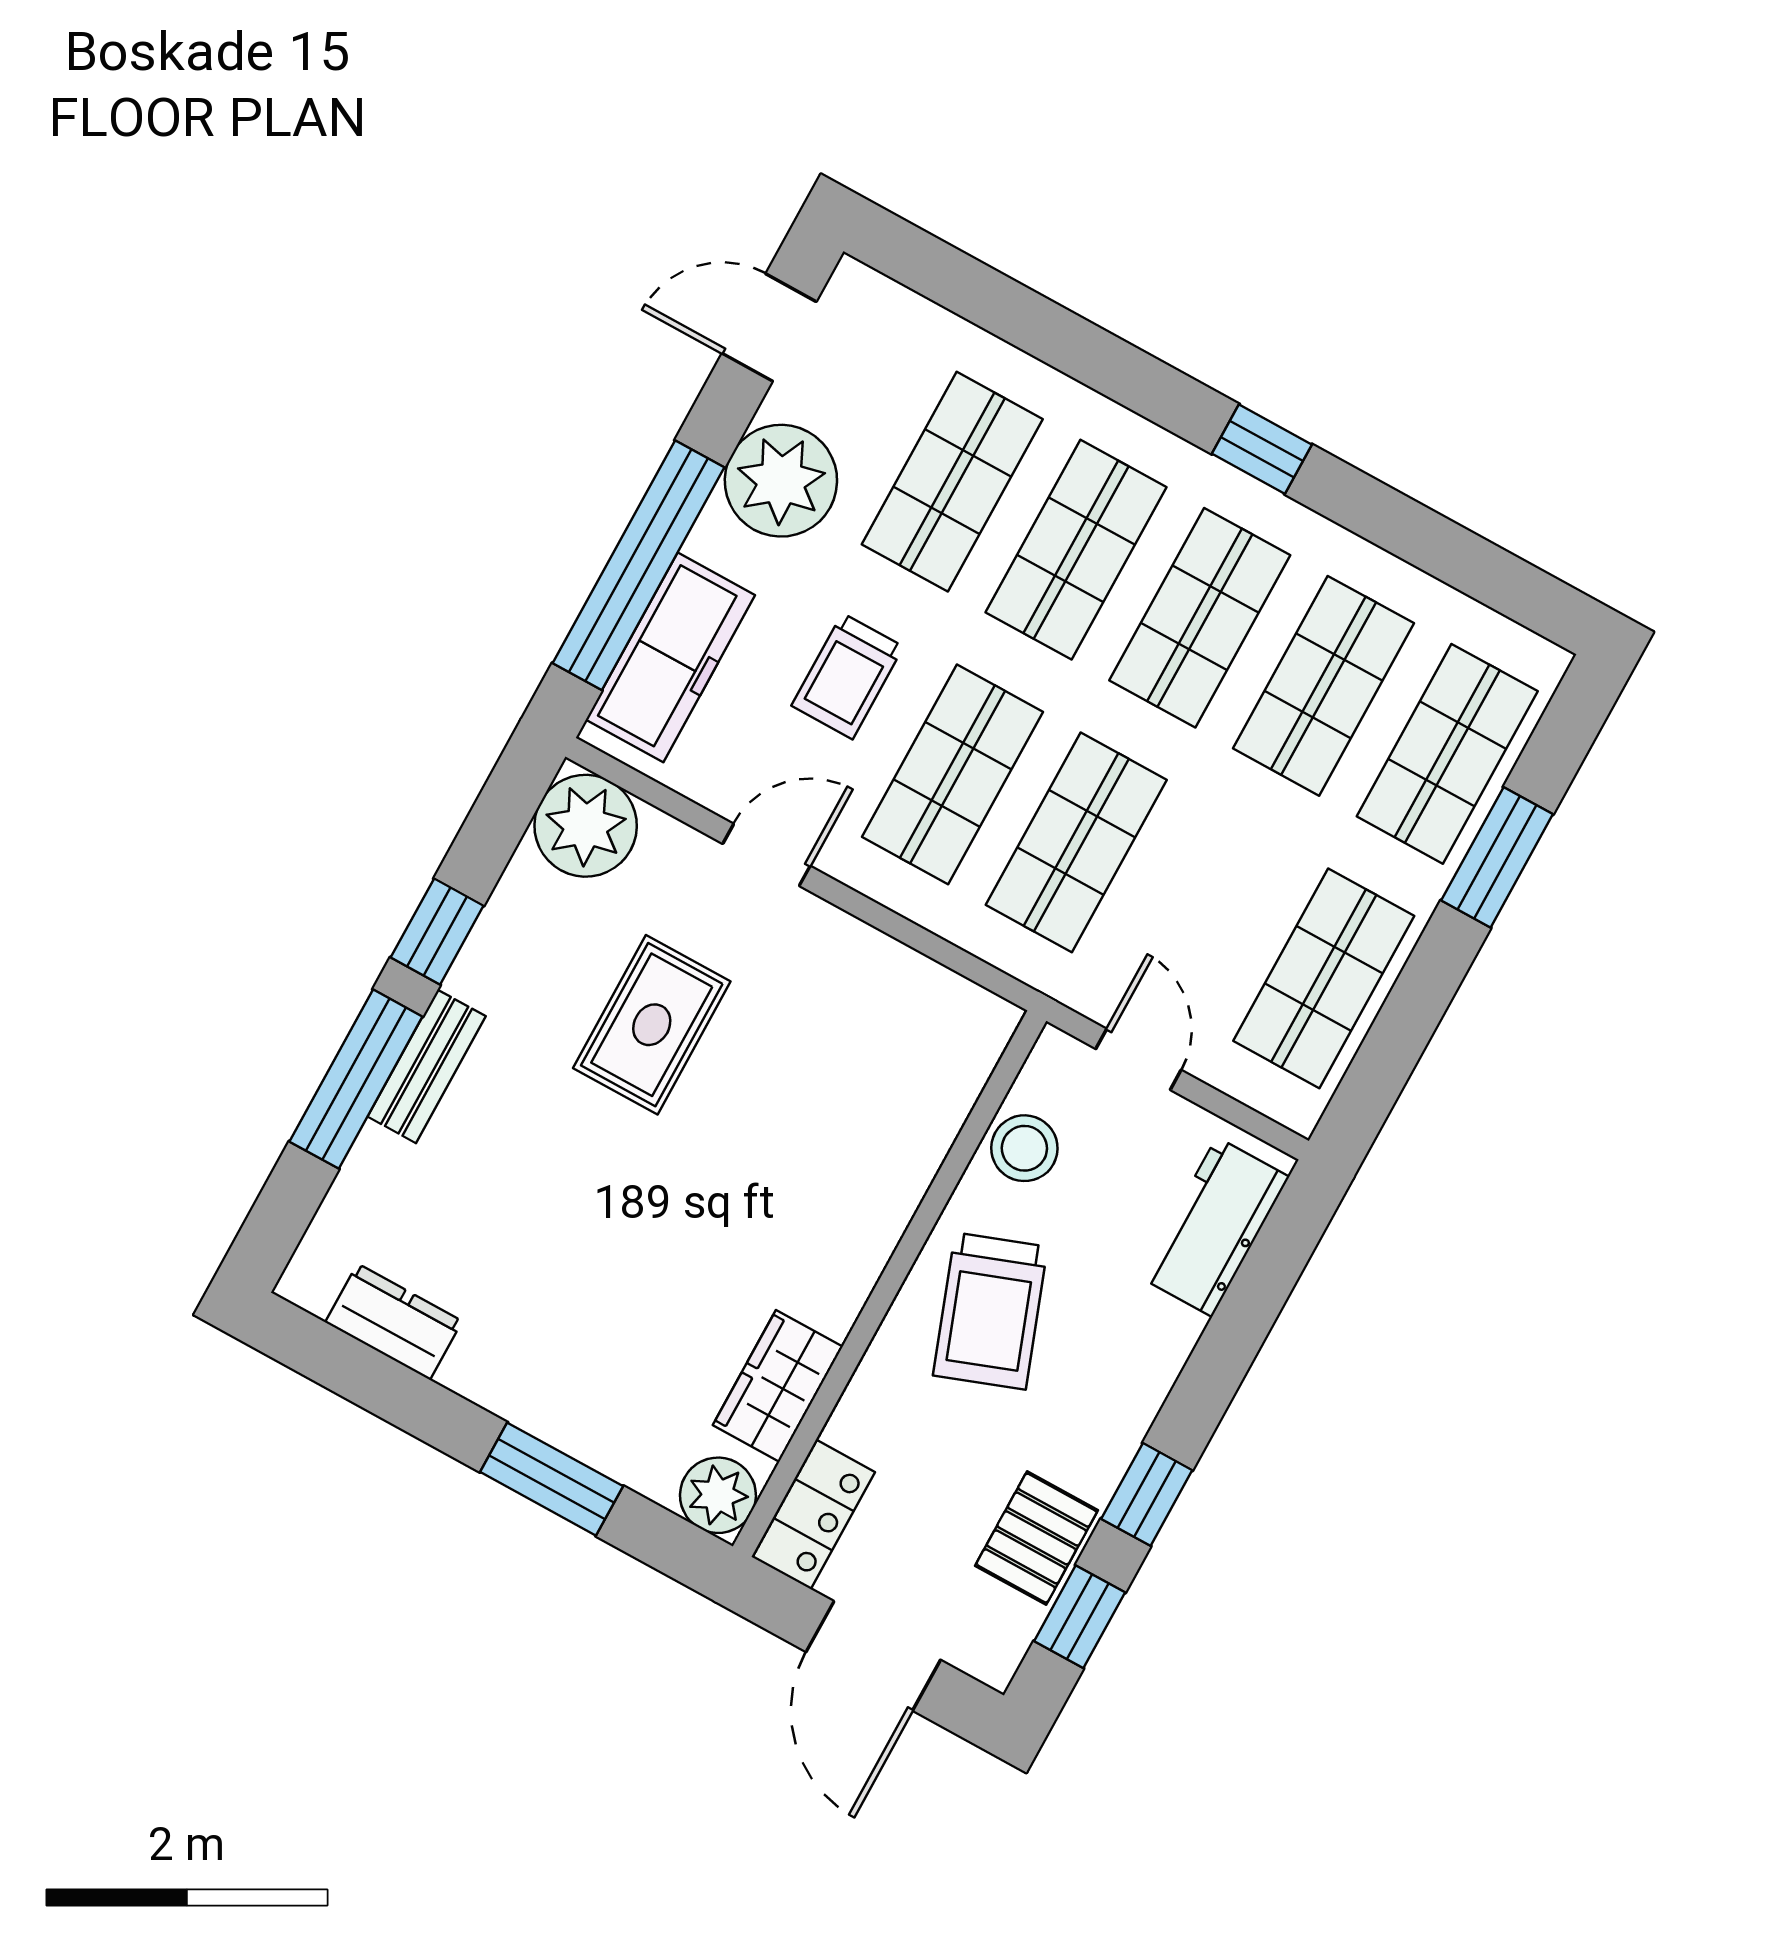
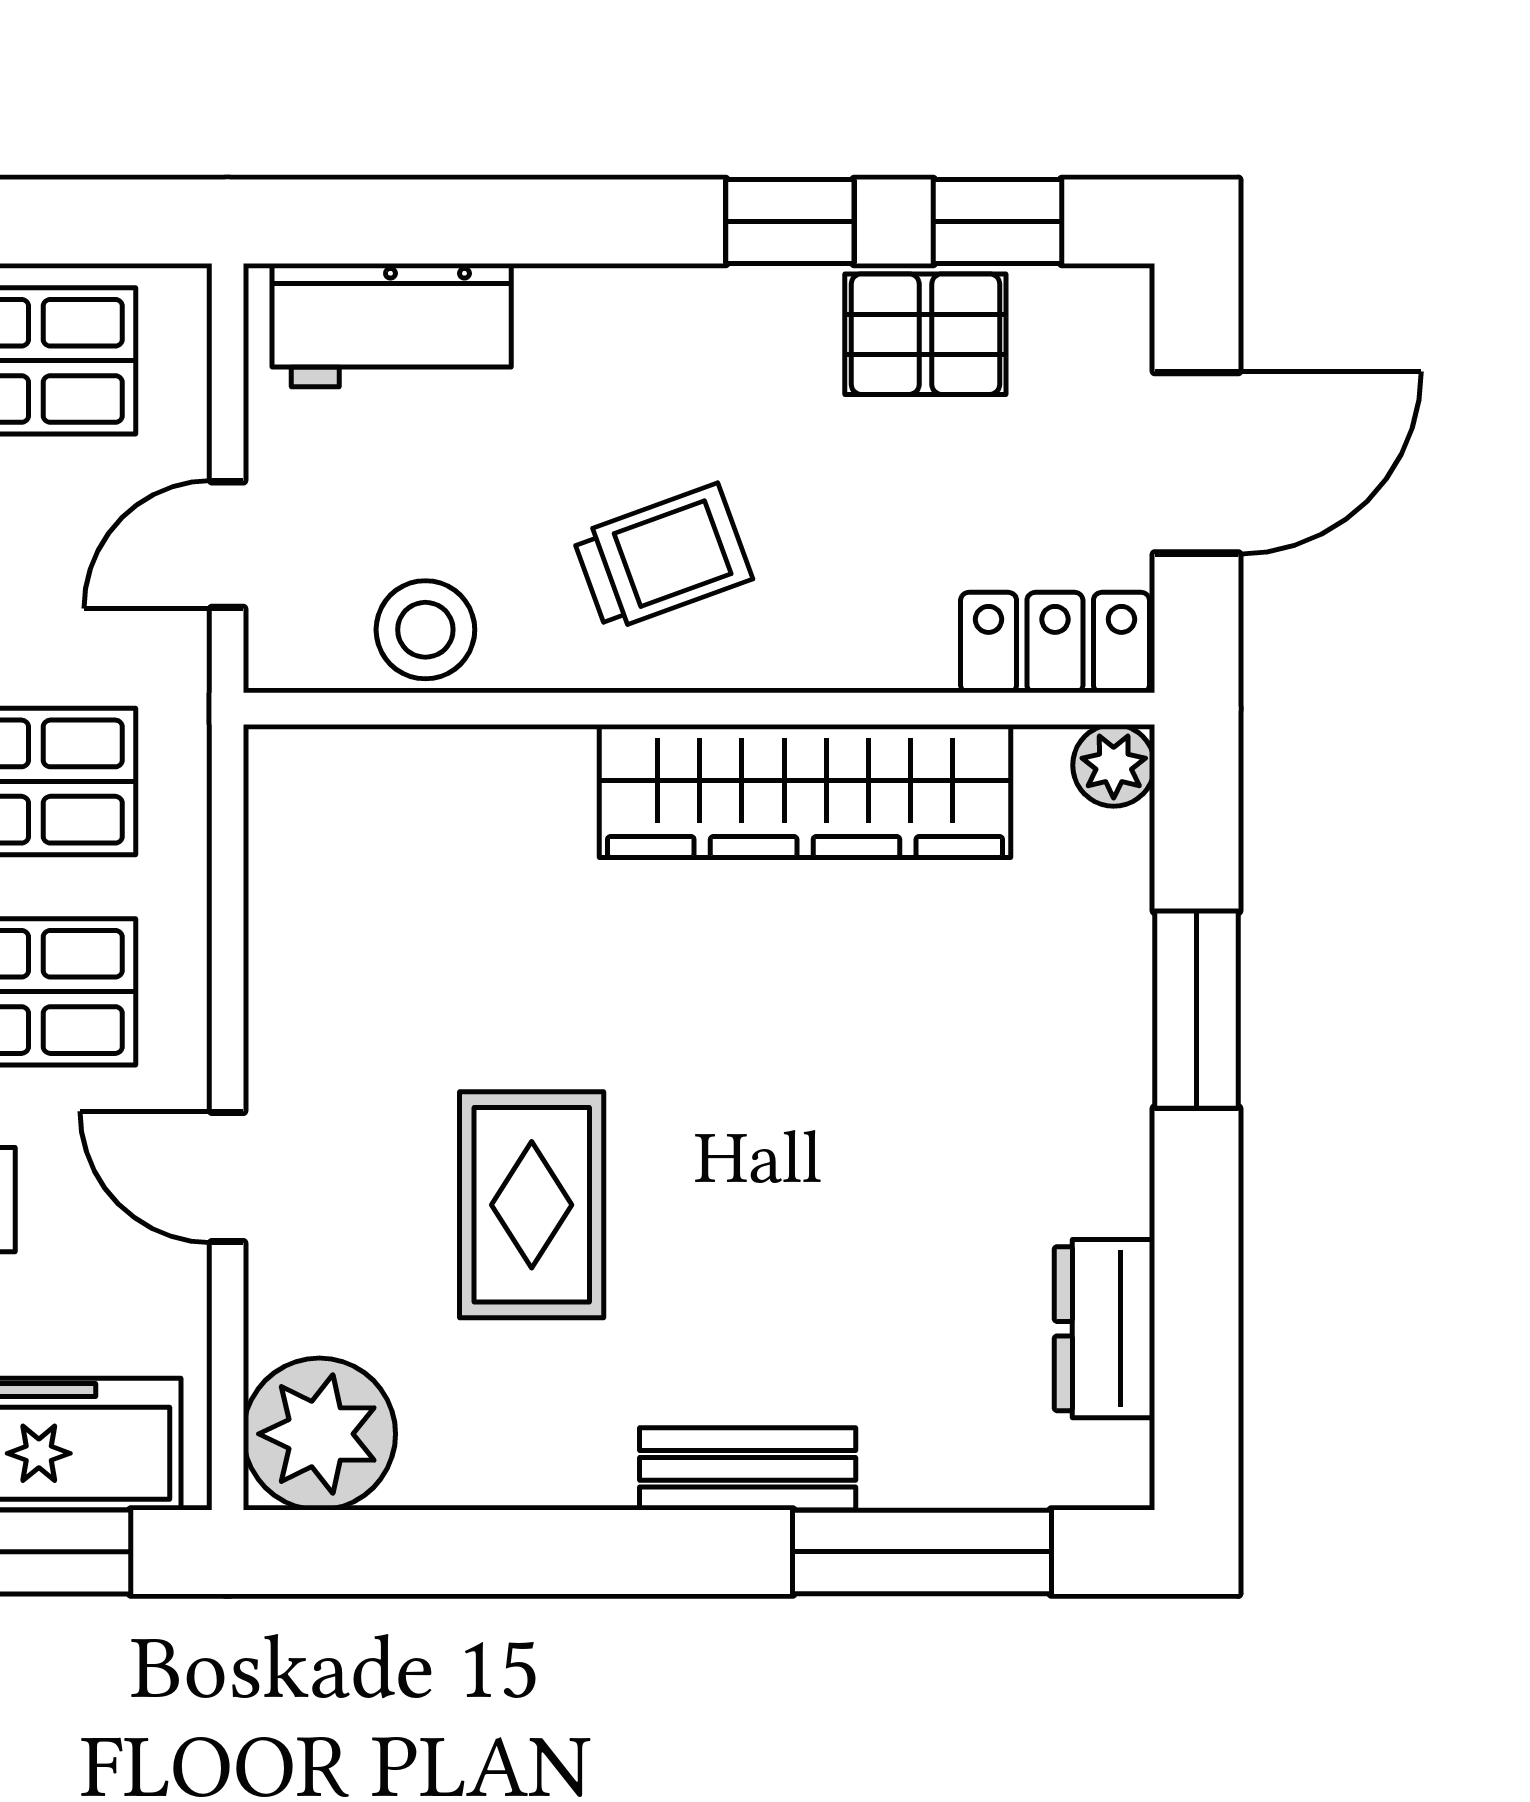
window: (437, 932) -> (564, 1552), removed
rug: (652, 1025) -> (532, 1205), turned 90
window: (356, 1079) -> (922, 1552), moved
trolley: (990, 1311) -> (662, 557), width x0.73, depth x0.72
wardrobe: (778, 1386) -> (805, 791), width x2.10, depth x1.17
plant: (718, 1495) -> (1114, 765), width x0.73, depth x0.73

